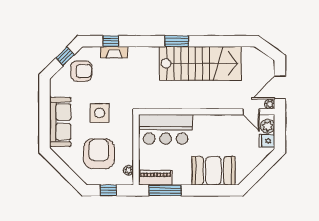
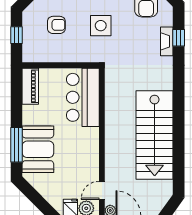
window: (177, 41) -> (179, 109), removed
armchair: (99, 154) -> (56, 25), width x0.53, depth x0.53
plant: (129, 170) -> (38, 57), removed
window: (165, 190) -> (17, 145), moved

